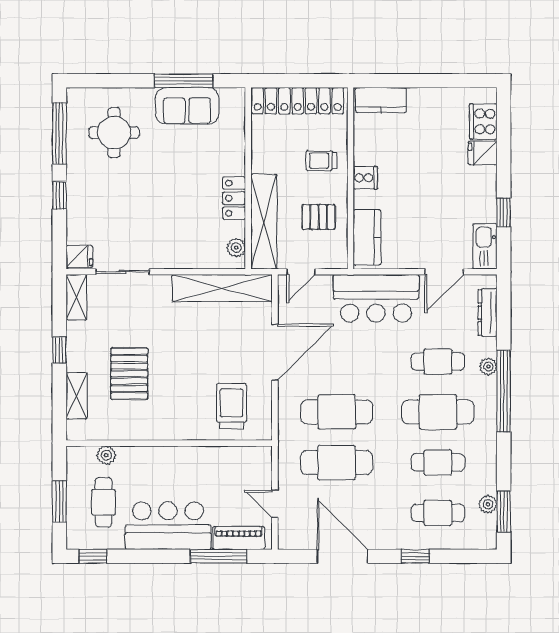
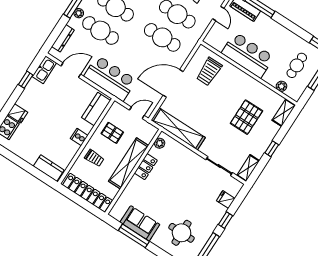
shelving: (264, 222) -> (128, 163), moved
fridge: (79, 256) -> (226, 200), moved
cafe table: (438, 361) -> (100, 31), width x1.37, depth x1.35
shelving: (77, 396) -> (284, 113), moved
bar counter: (168, 526) -> (248, 55), moved, turned 180

